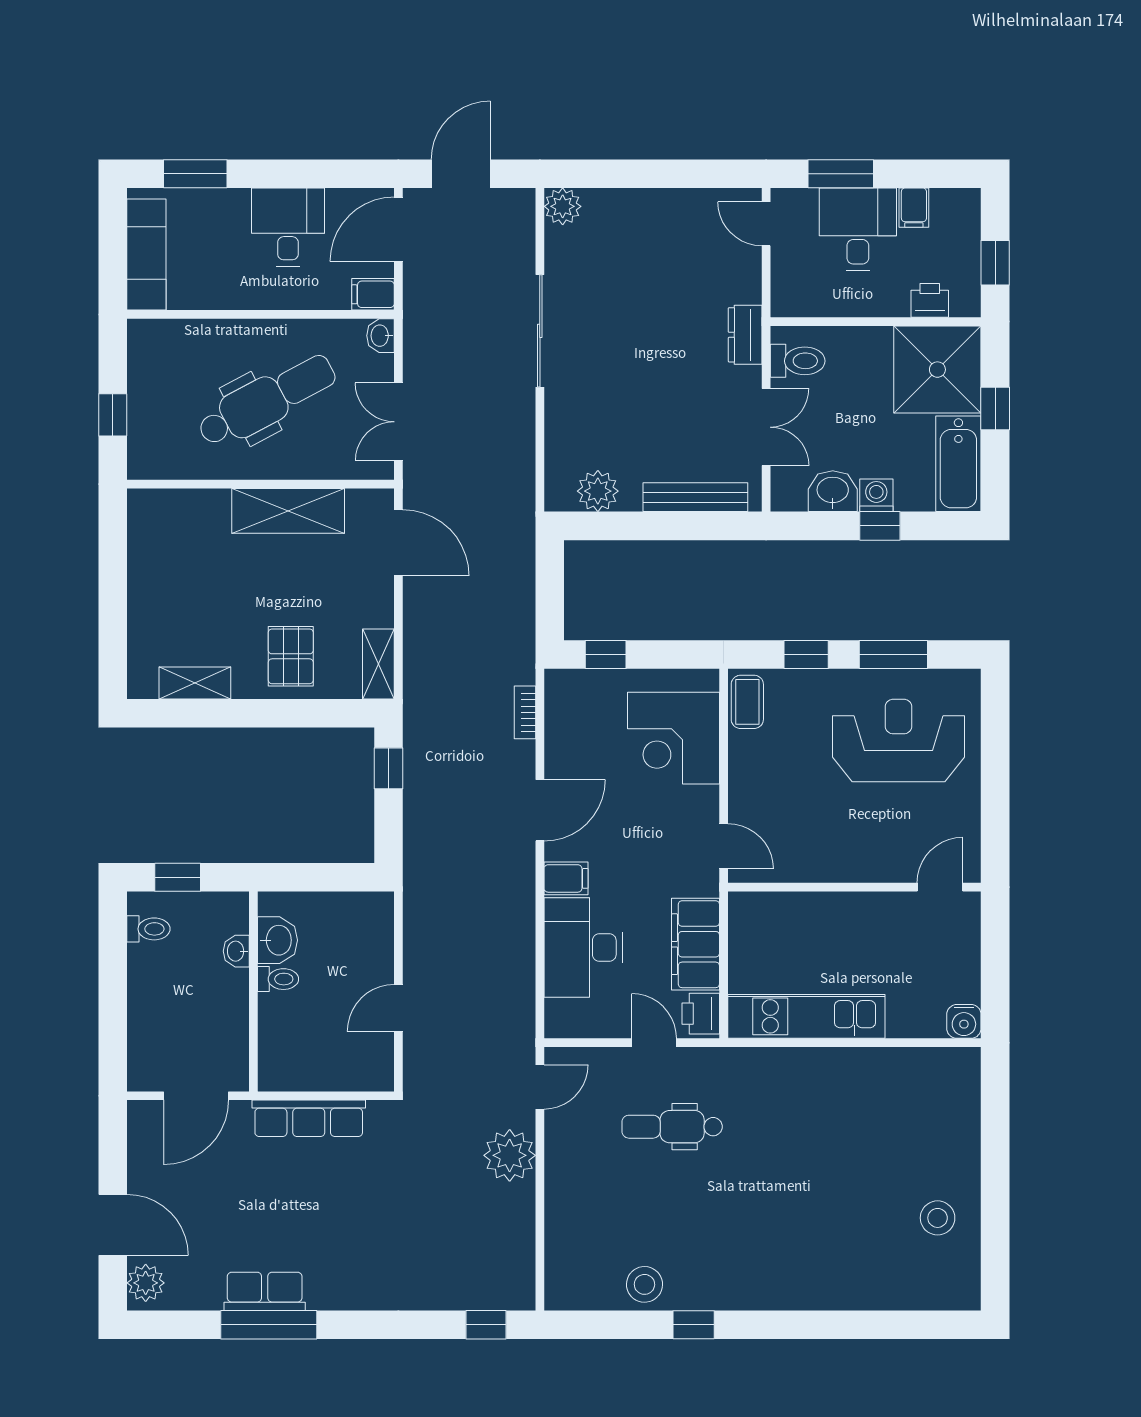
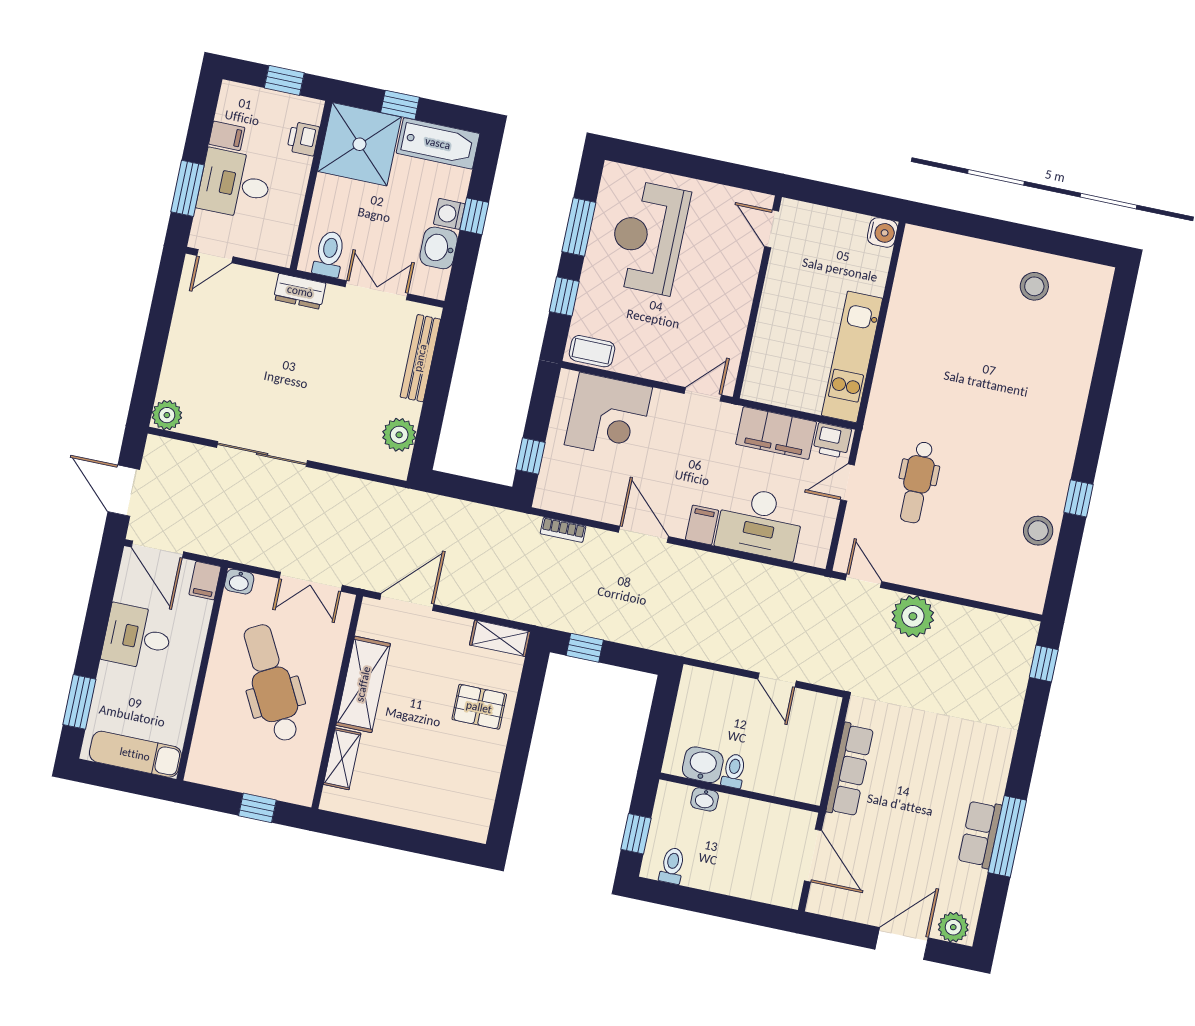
shelving: (195, 683) -> (342, 759), moved

